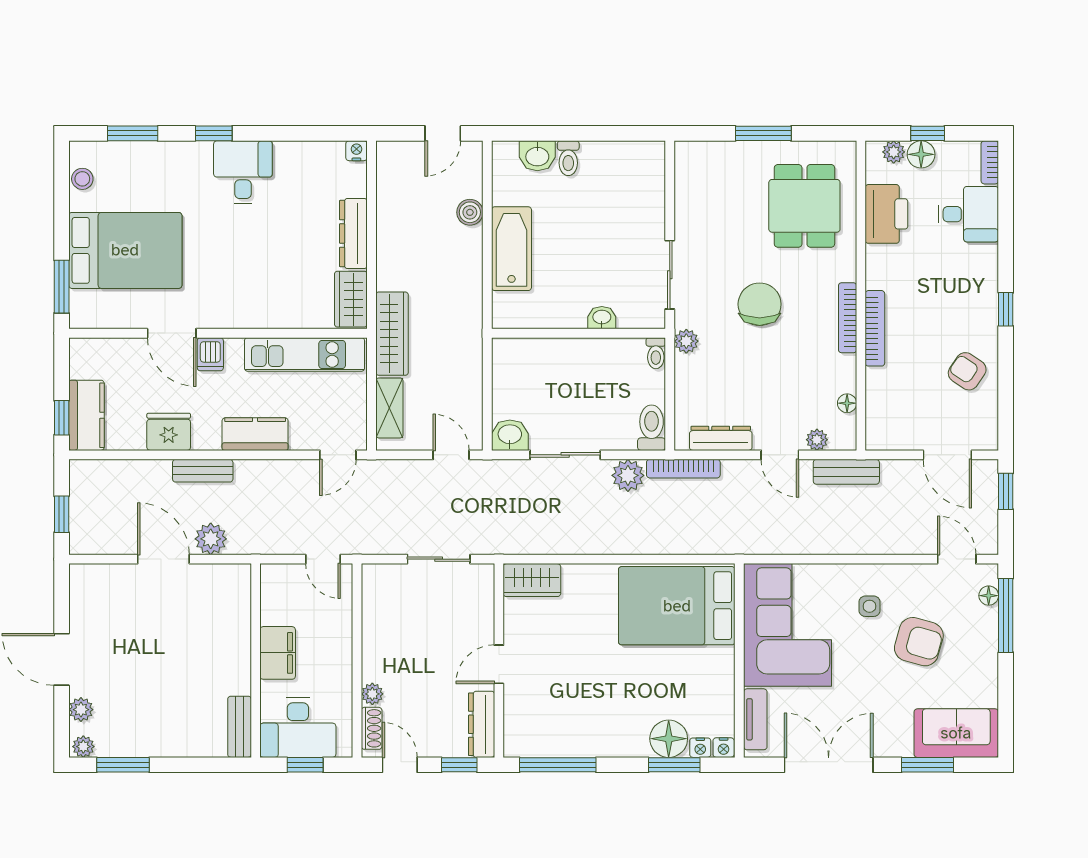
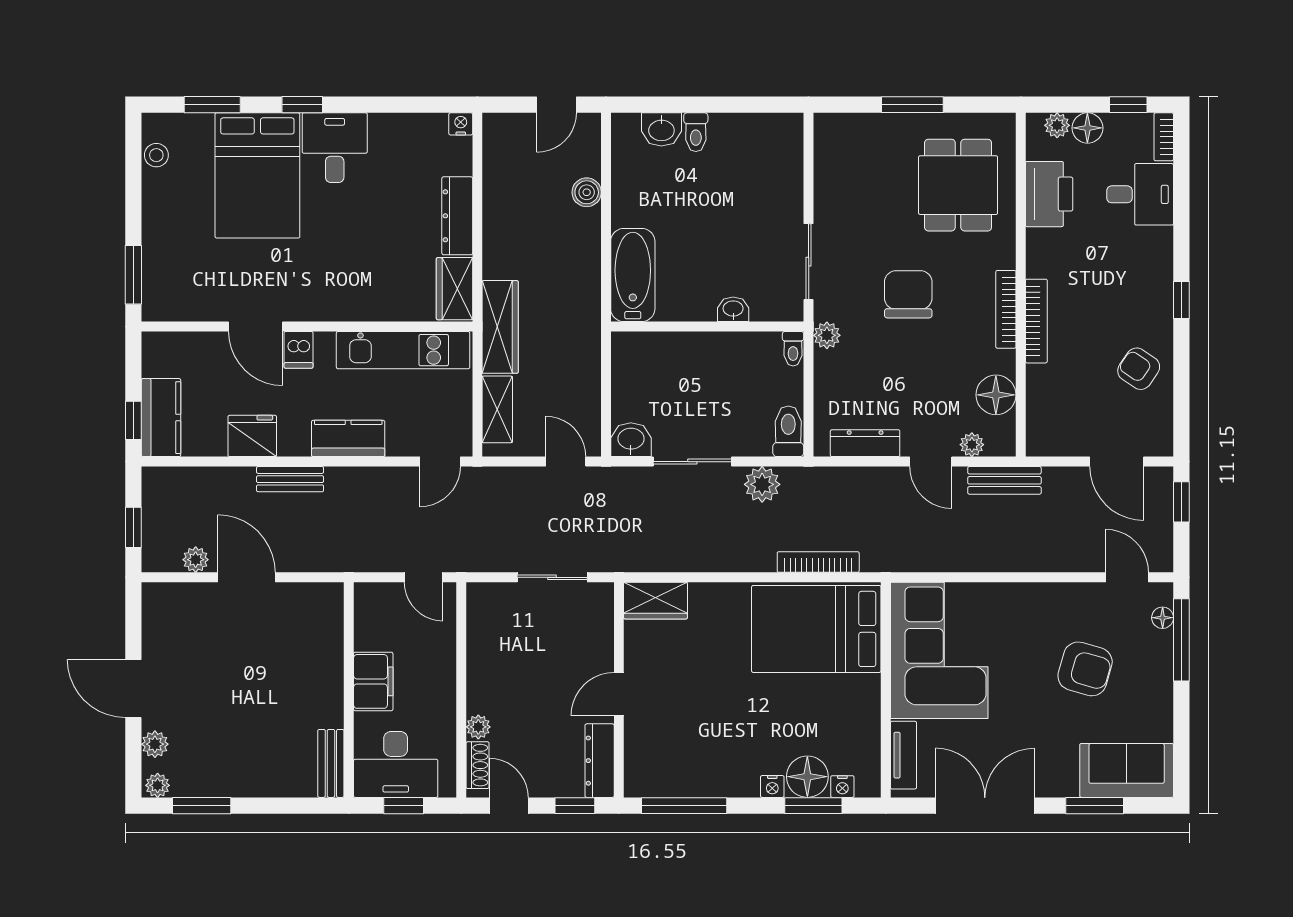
window: (928, 133) -> (1128, 105), moved
bathtub: (511, 249) -> (633, 275), moved
bed: (125, 250) -> (257, 175), moved, turned 90
floor lamp: (847, 403) -> (996, 395), width x1.89, depth x1.89
bookcase: (683, 469) -> (818, 562), moved, turned 180
plant: (211, 539) -> (196, 560), moved, width x0.73, depth x0.73
side table: (869, 606) -> (1030, 630), removed
nightstand: (724, 748) -> (772, 786), moved

